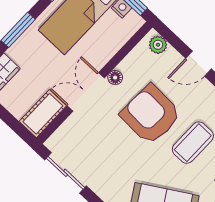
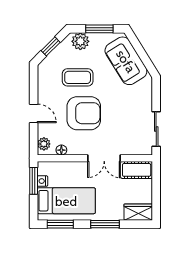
floor lamp: (115, 78) -> (61, 150), moved
armchair: (151, 115) -> (84, 113), turned -92

